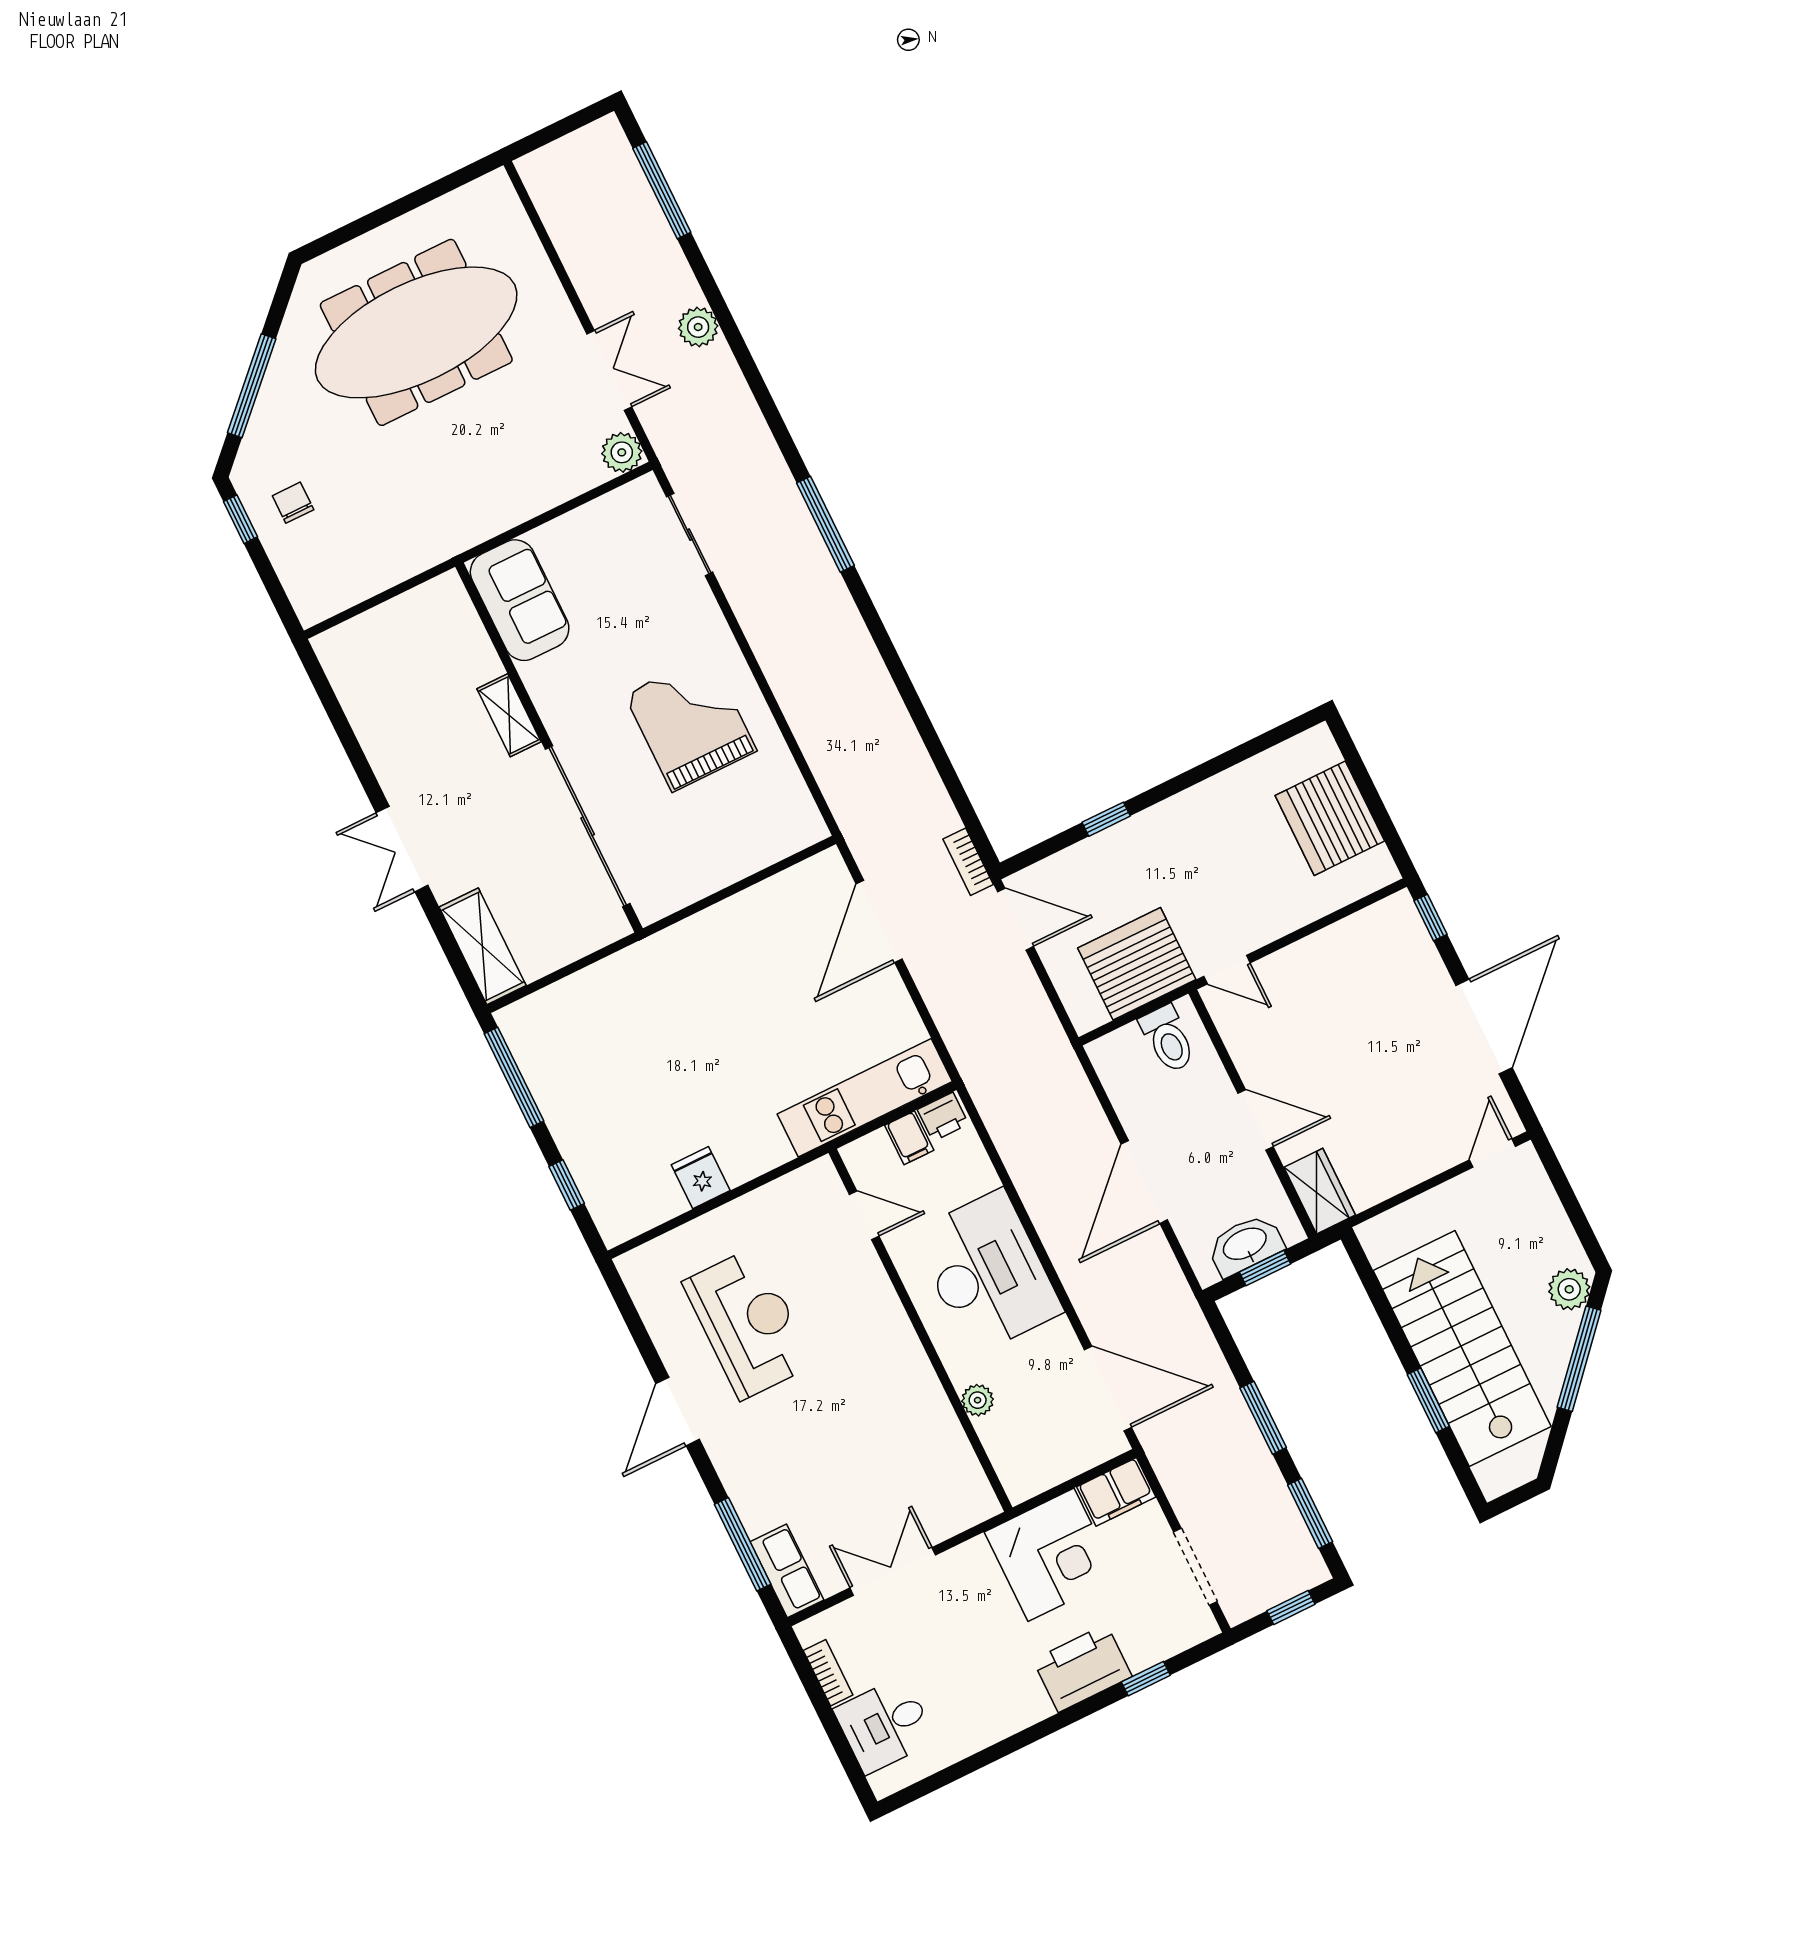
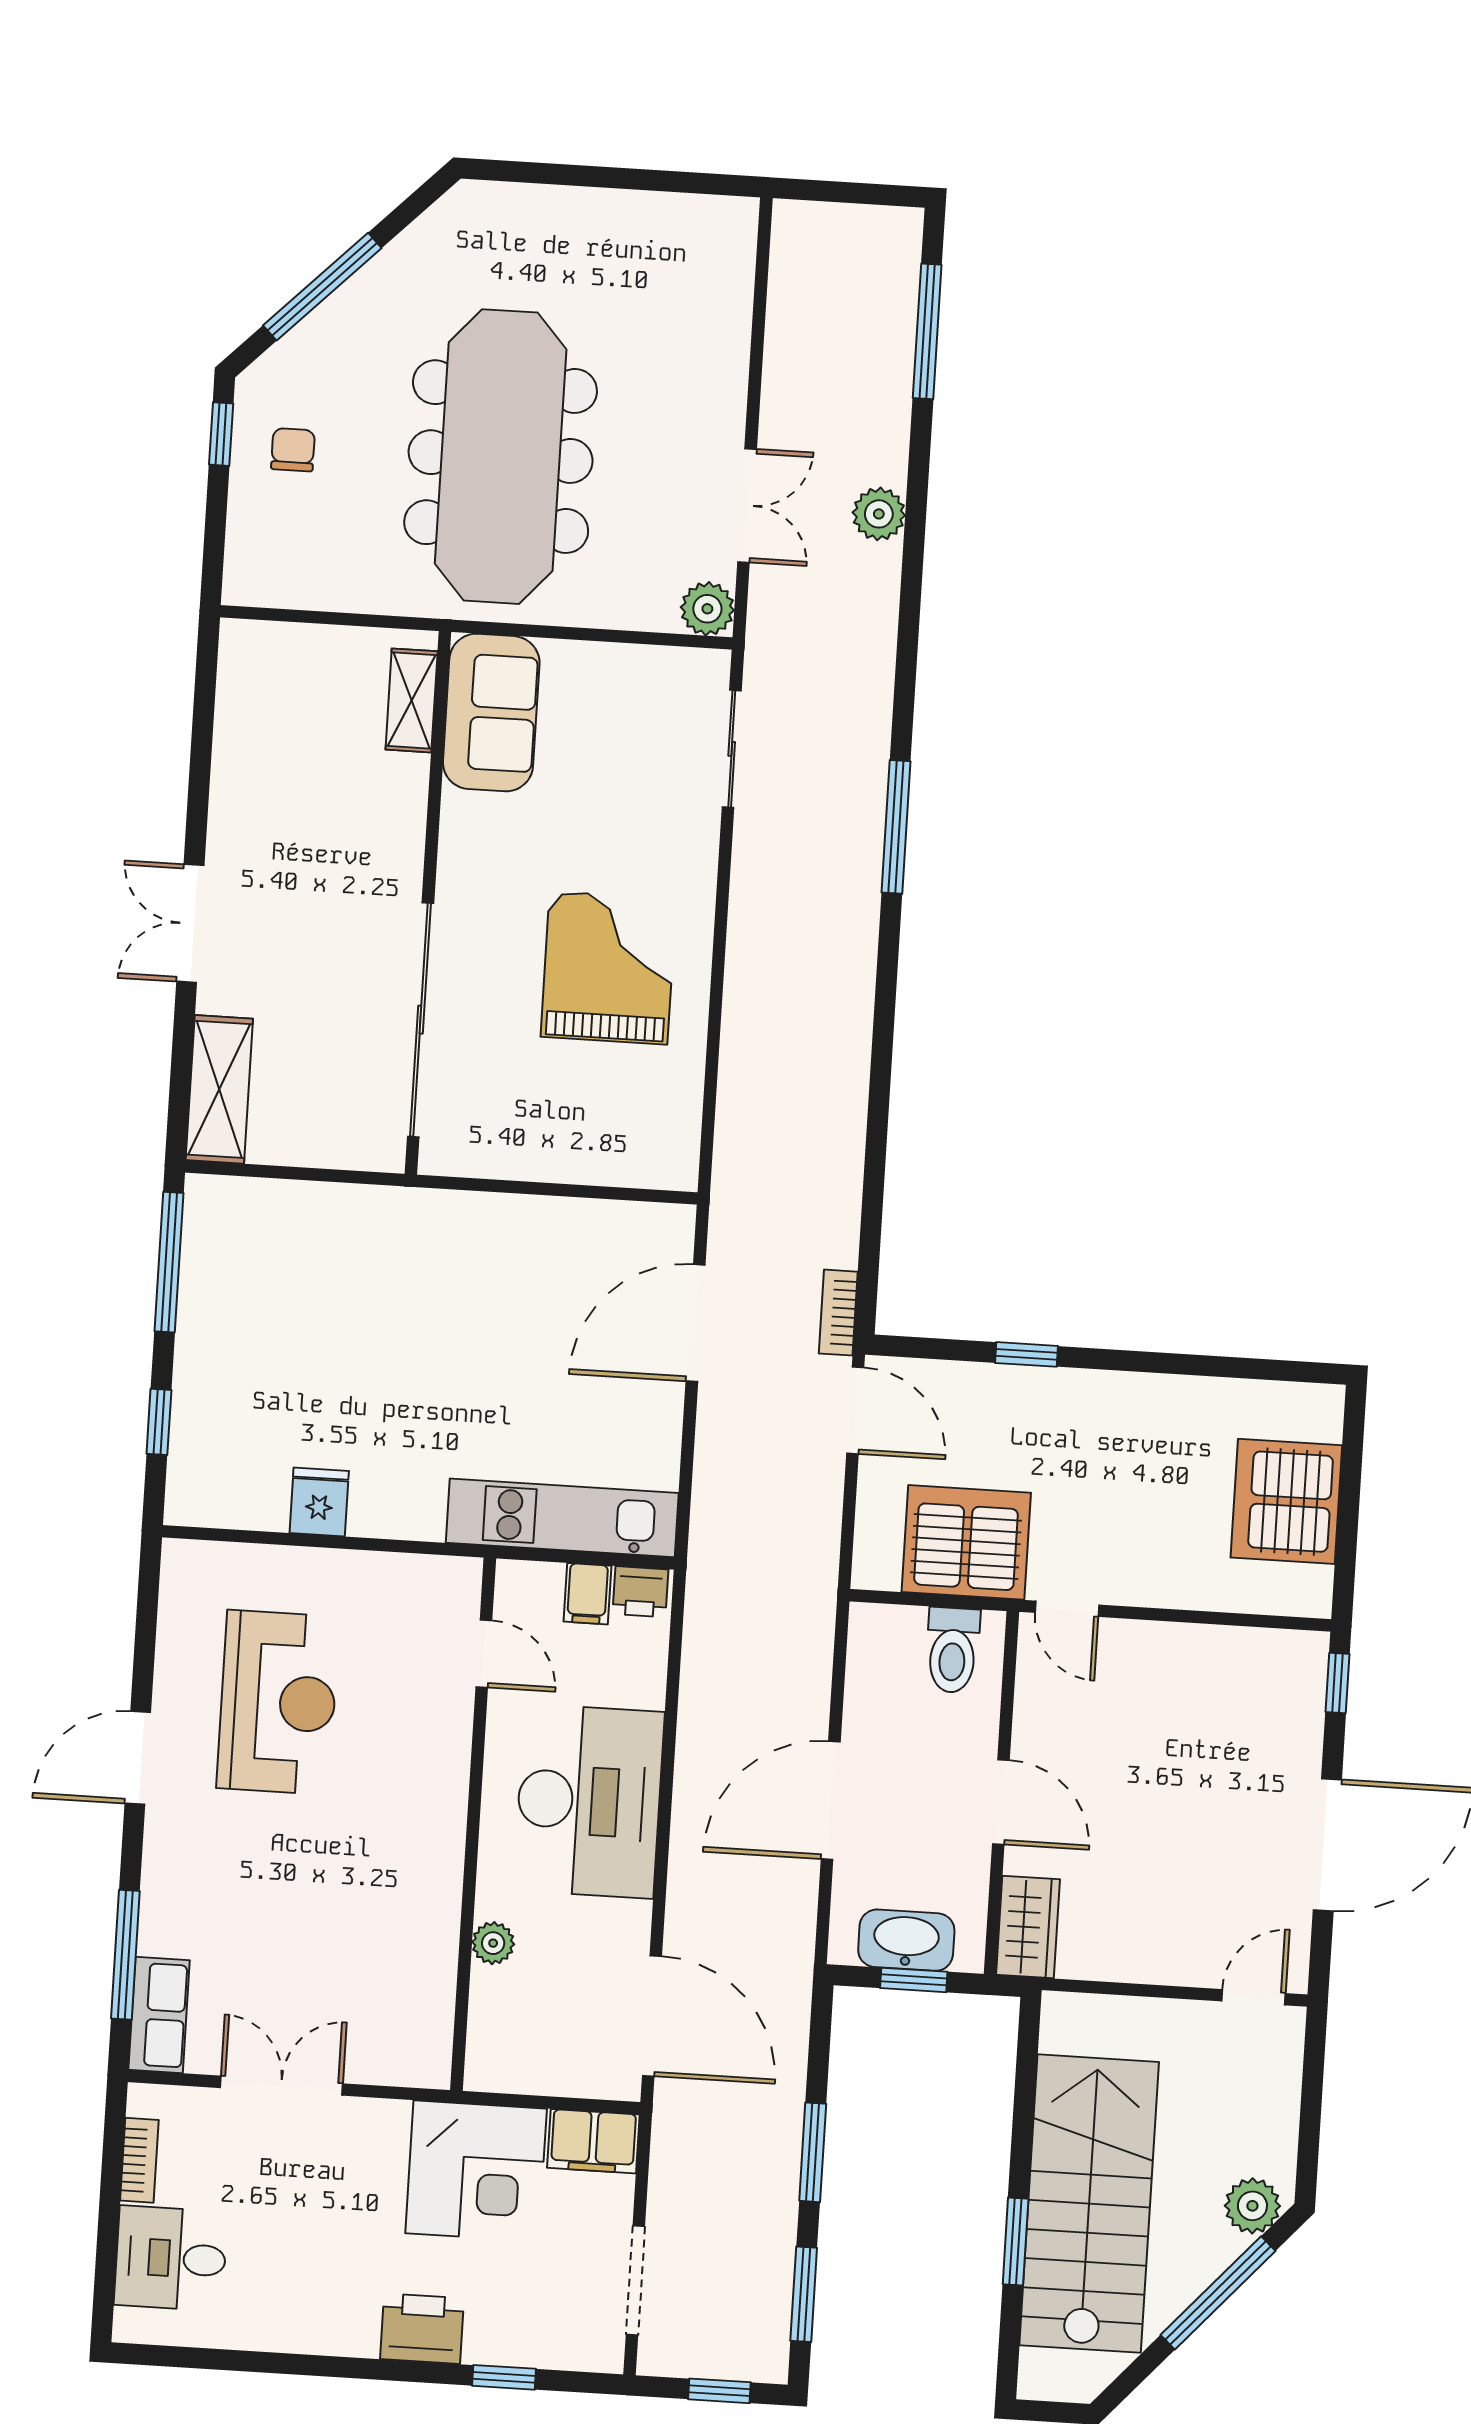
meeting table: (416, 332) -> (501, 457), moved, turned 90
shelving: (509, 715) -> (412, 700), moved
printer: (1082, 1668) -> (422, 2329), width x0.73, depth x0.84

